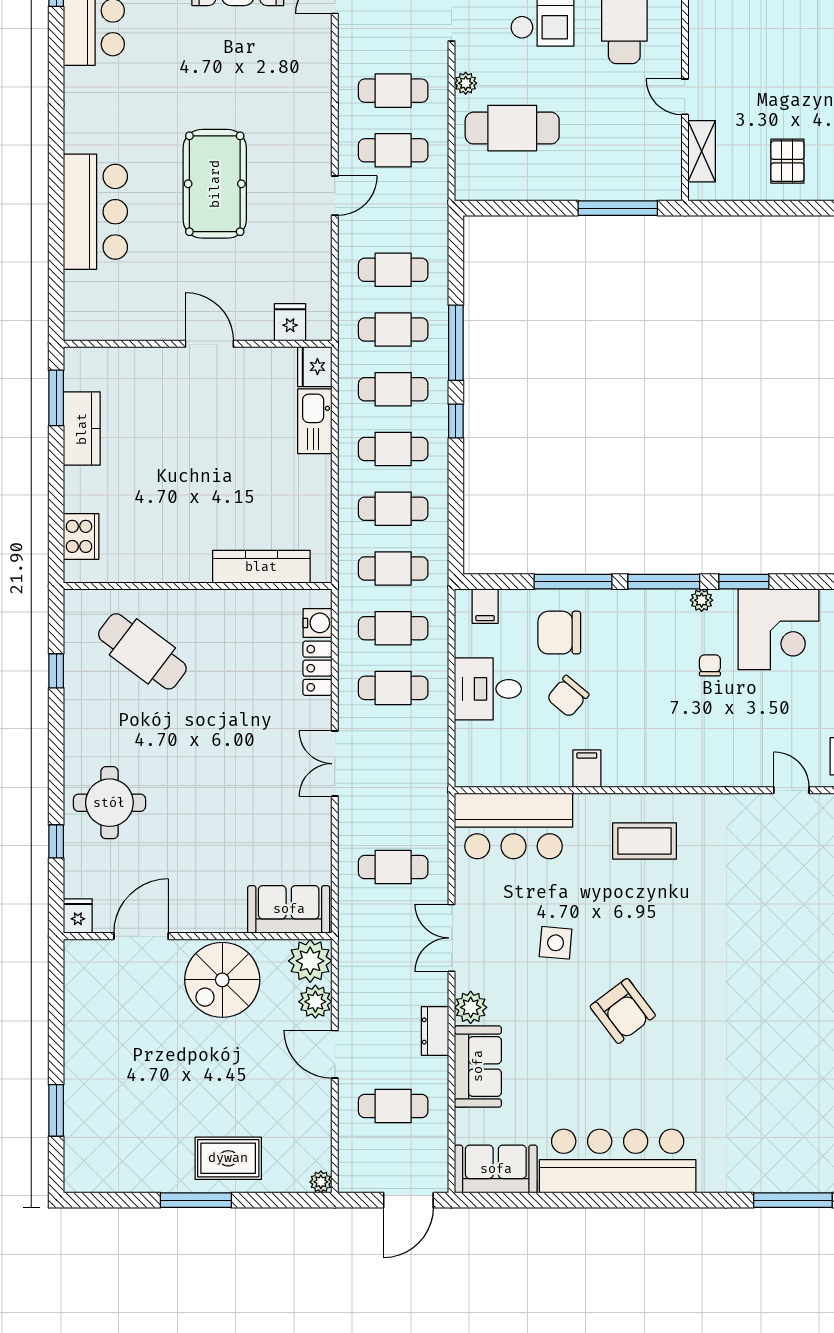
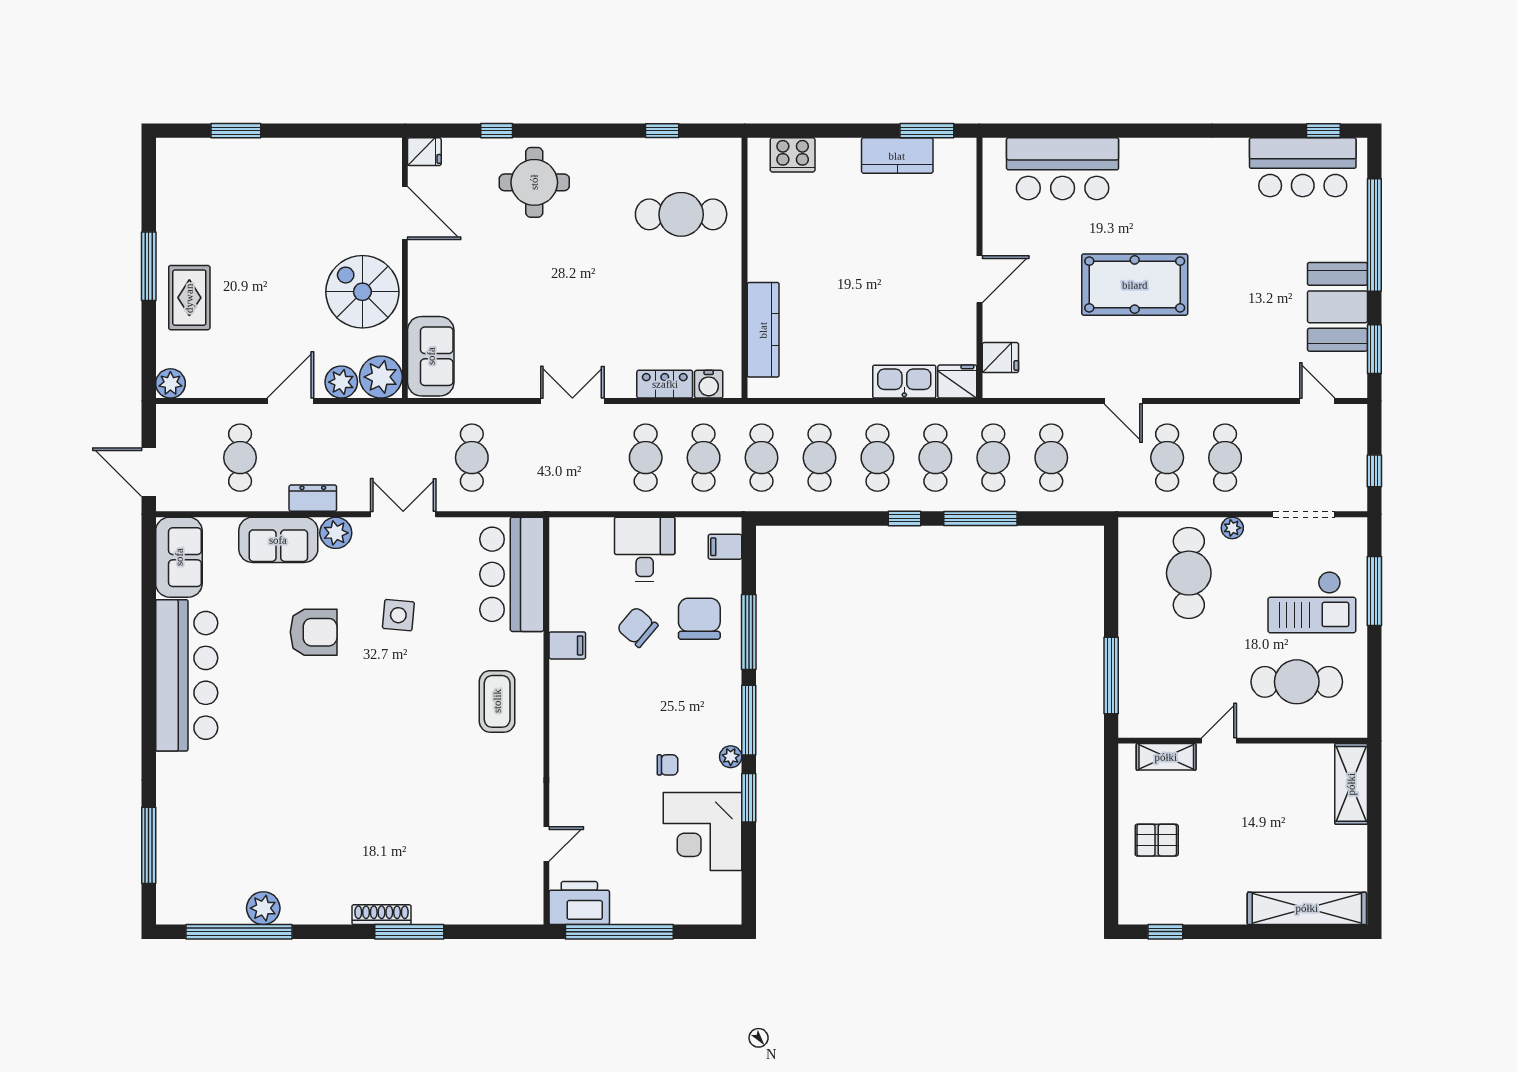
bar counter: (95, 212) -> (1063, 169), moved
cafe table: (142, 651) -> (681, 214), turned 53
armchair: (623, 1011) -> (314, 632), moved, turned -143
plant: (321, 1182) -> (170, 383), width x1.38, depth x1.38

